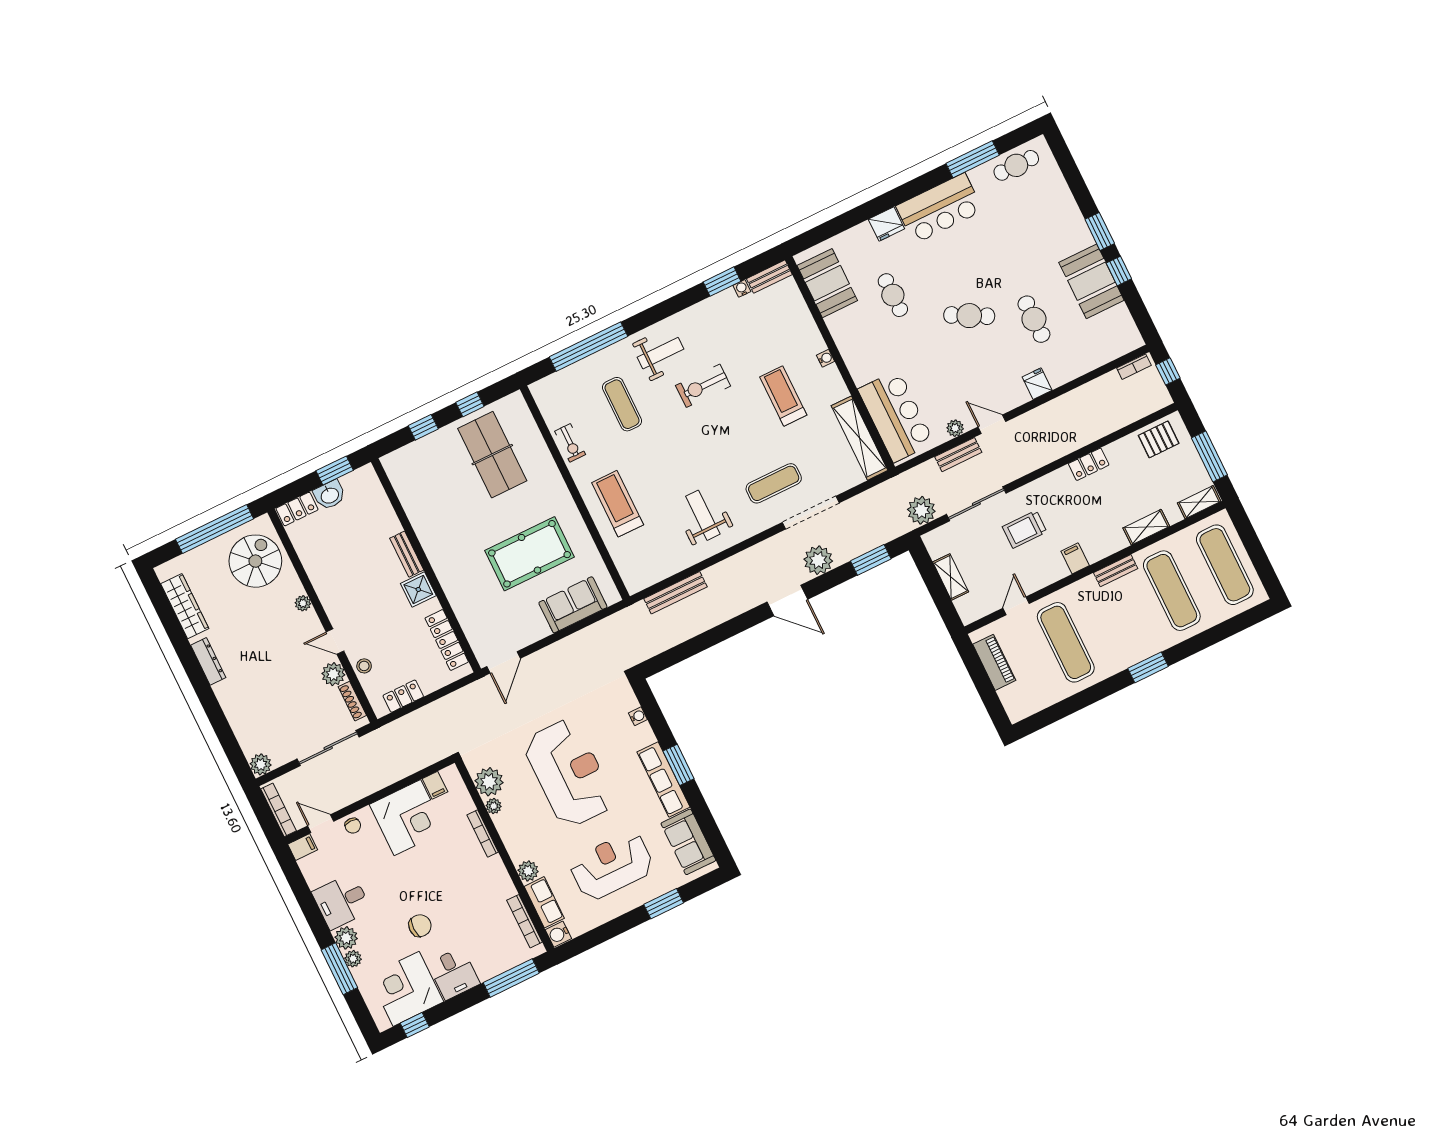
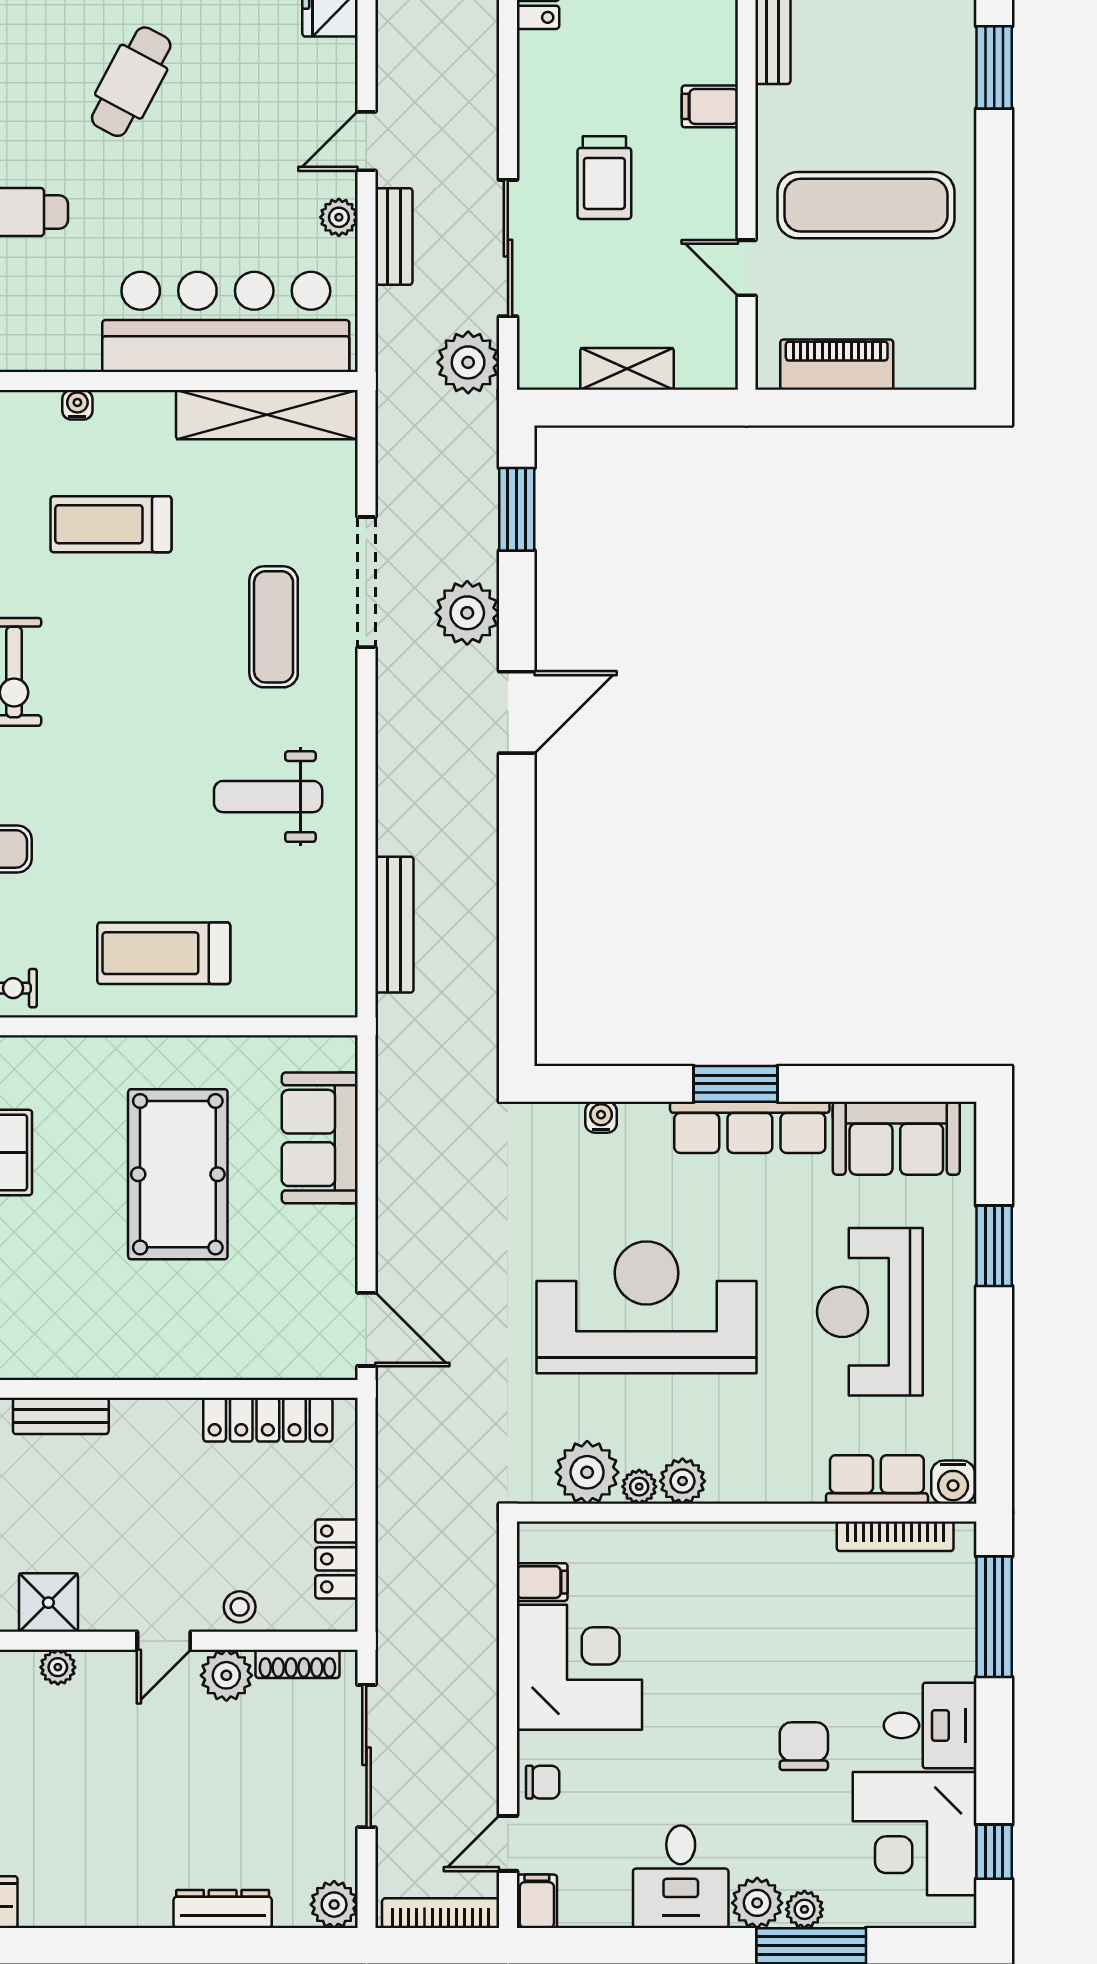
bar counter: (896, 416) -> (226, 322), width x1.36
shower: (418, 589) -> (48, 1603), moved
dresser: (208, 661) -> (223, 1909), moved
bookcase: (483, 834) -> (683, 1535), removed
plant: (528, 871) -> (682, 1481), moved

